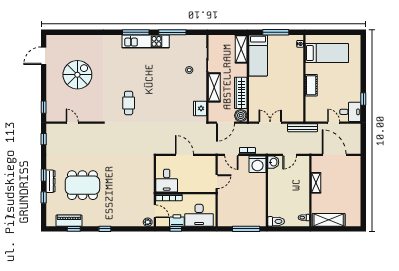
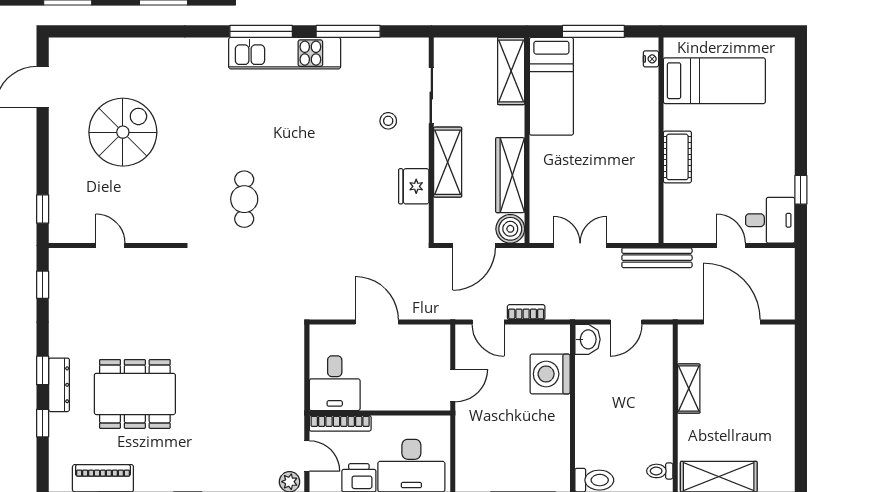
fridge: (200, 108) -> (414, 186), moved
washing machine: (258, 164) -> (550, 374), moved, turned 90

